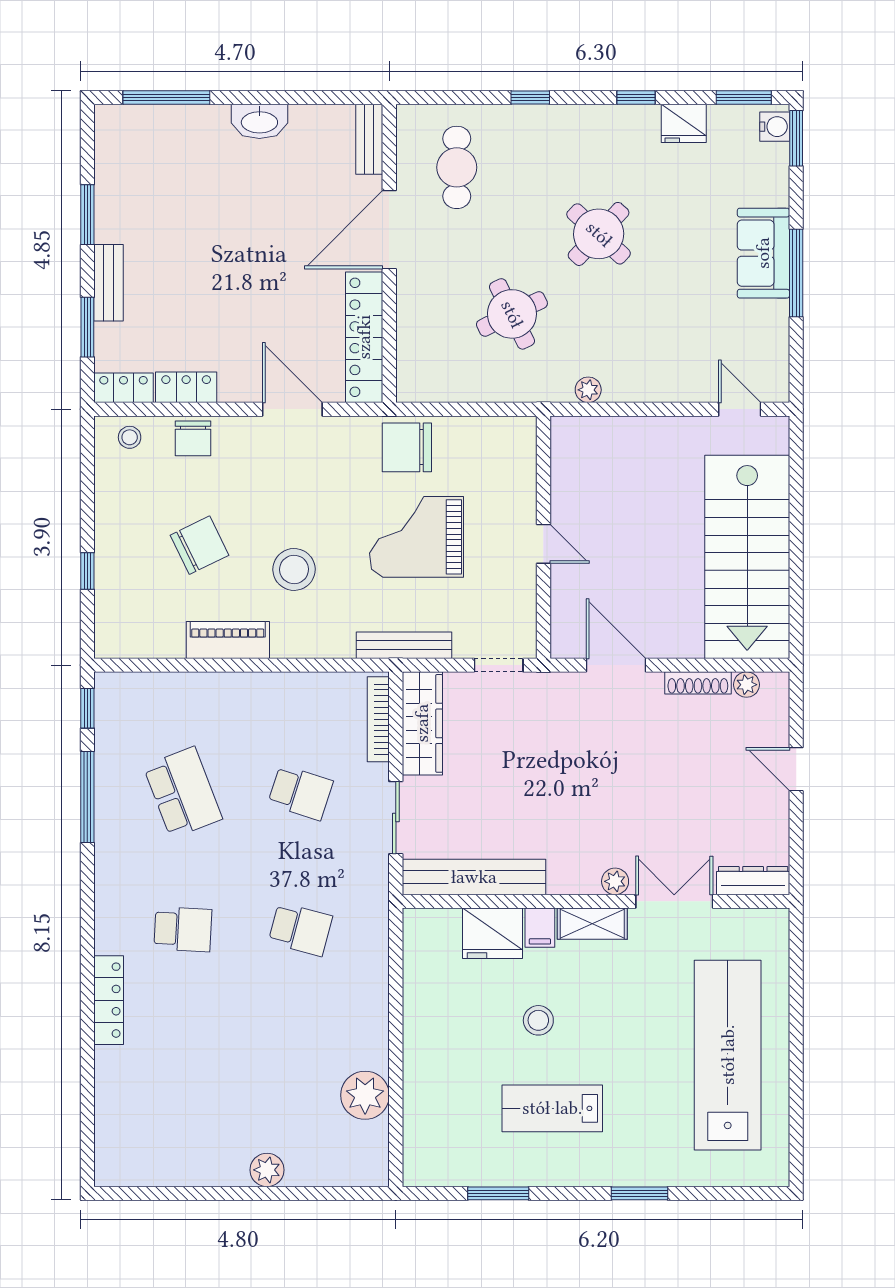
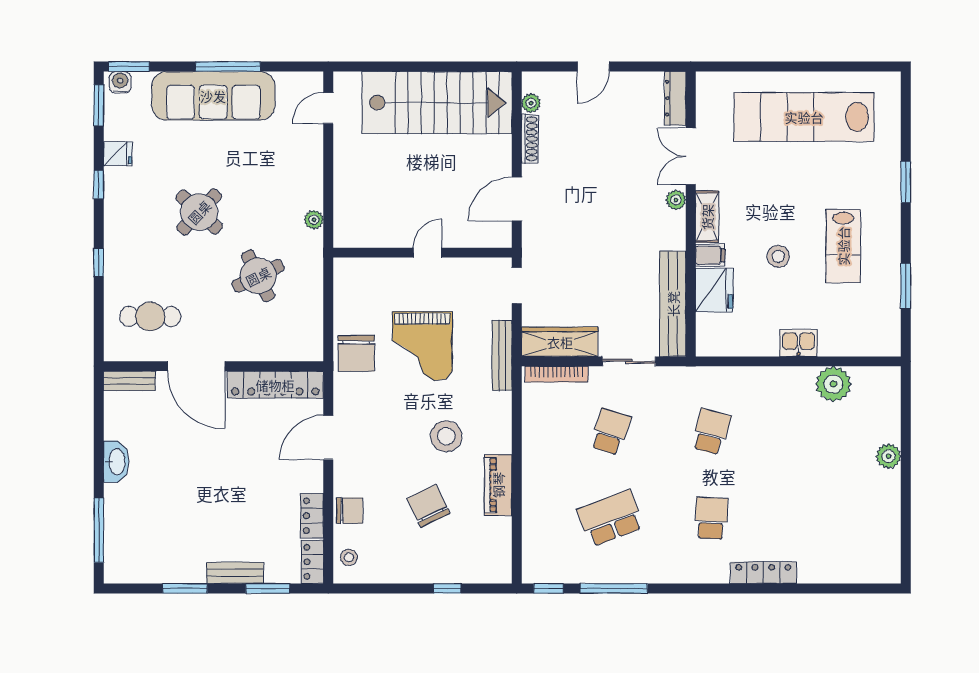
fridge: (684, 123) -> (118, 154), width x0.72
sofa: (763, 253) -> (213, 96), width x1.85, depth x1.27
kitchen sink: (421, 1048) -> (798, 343), added

